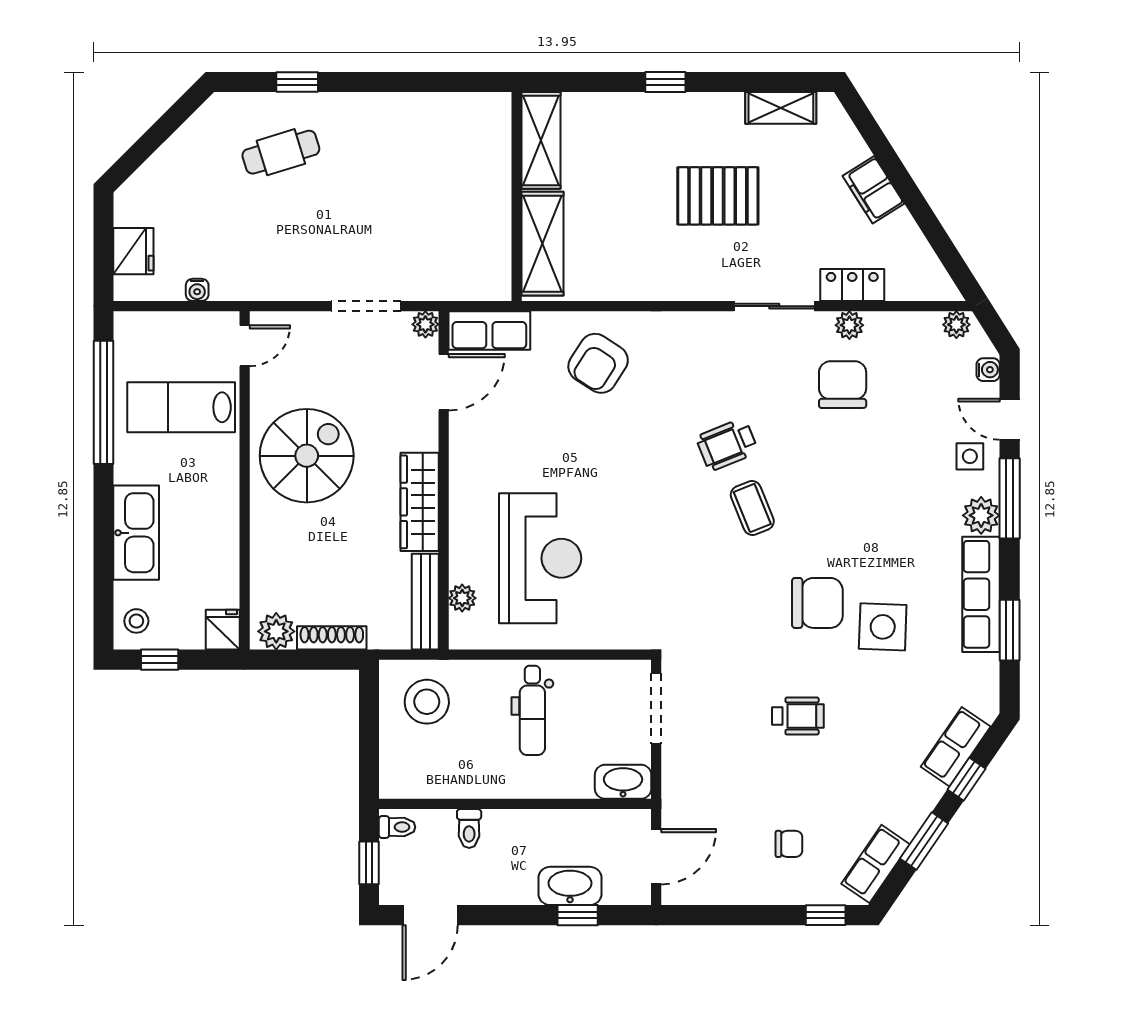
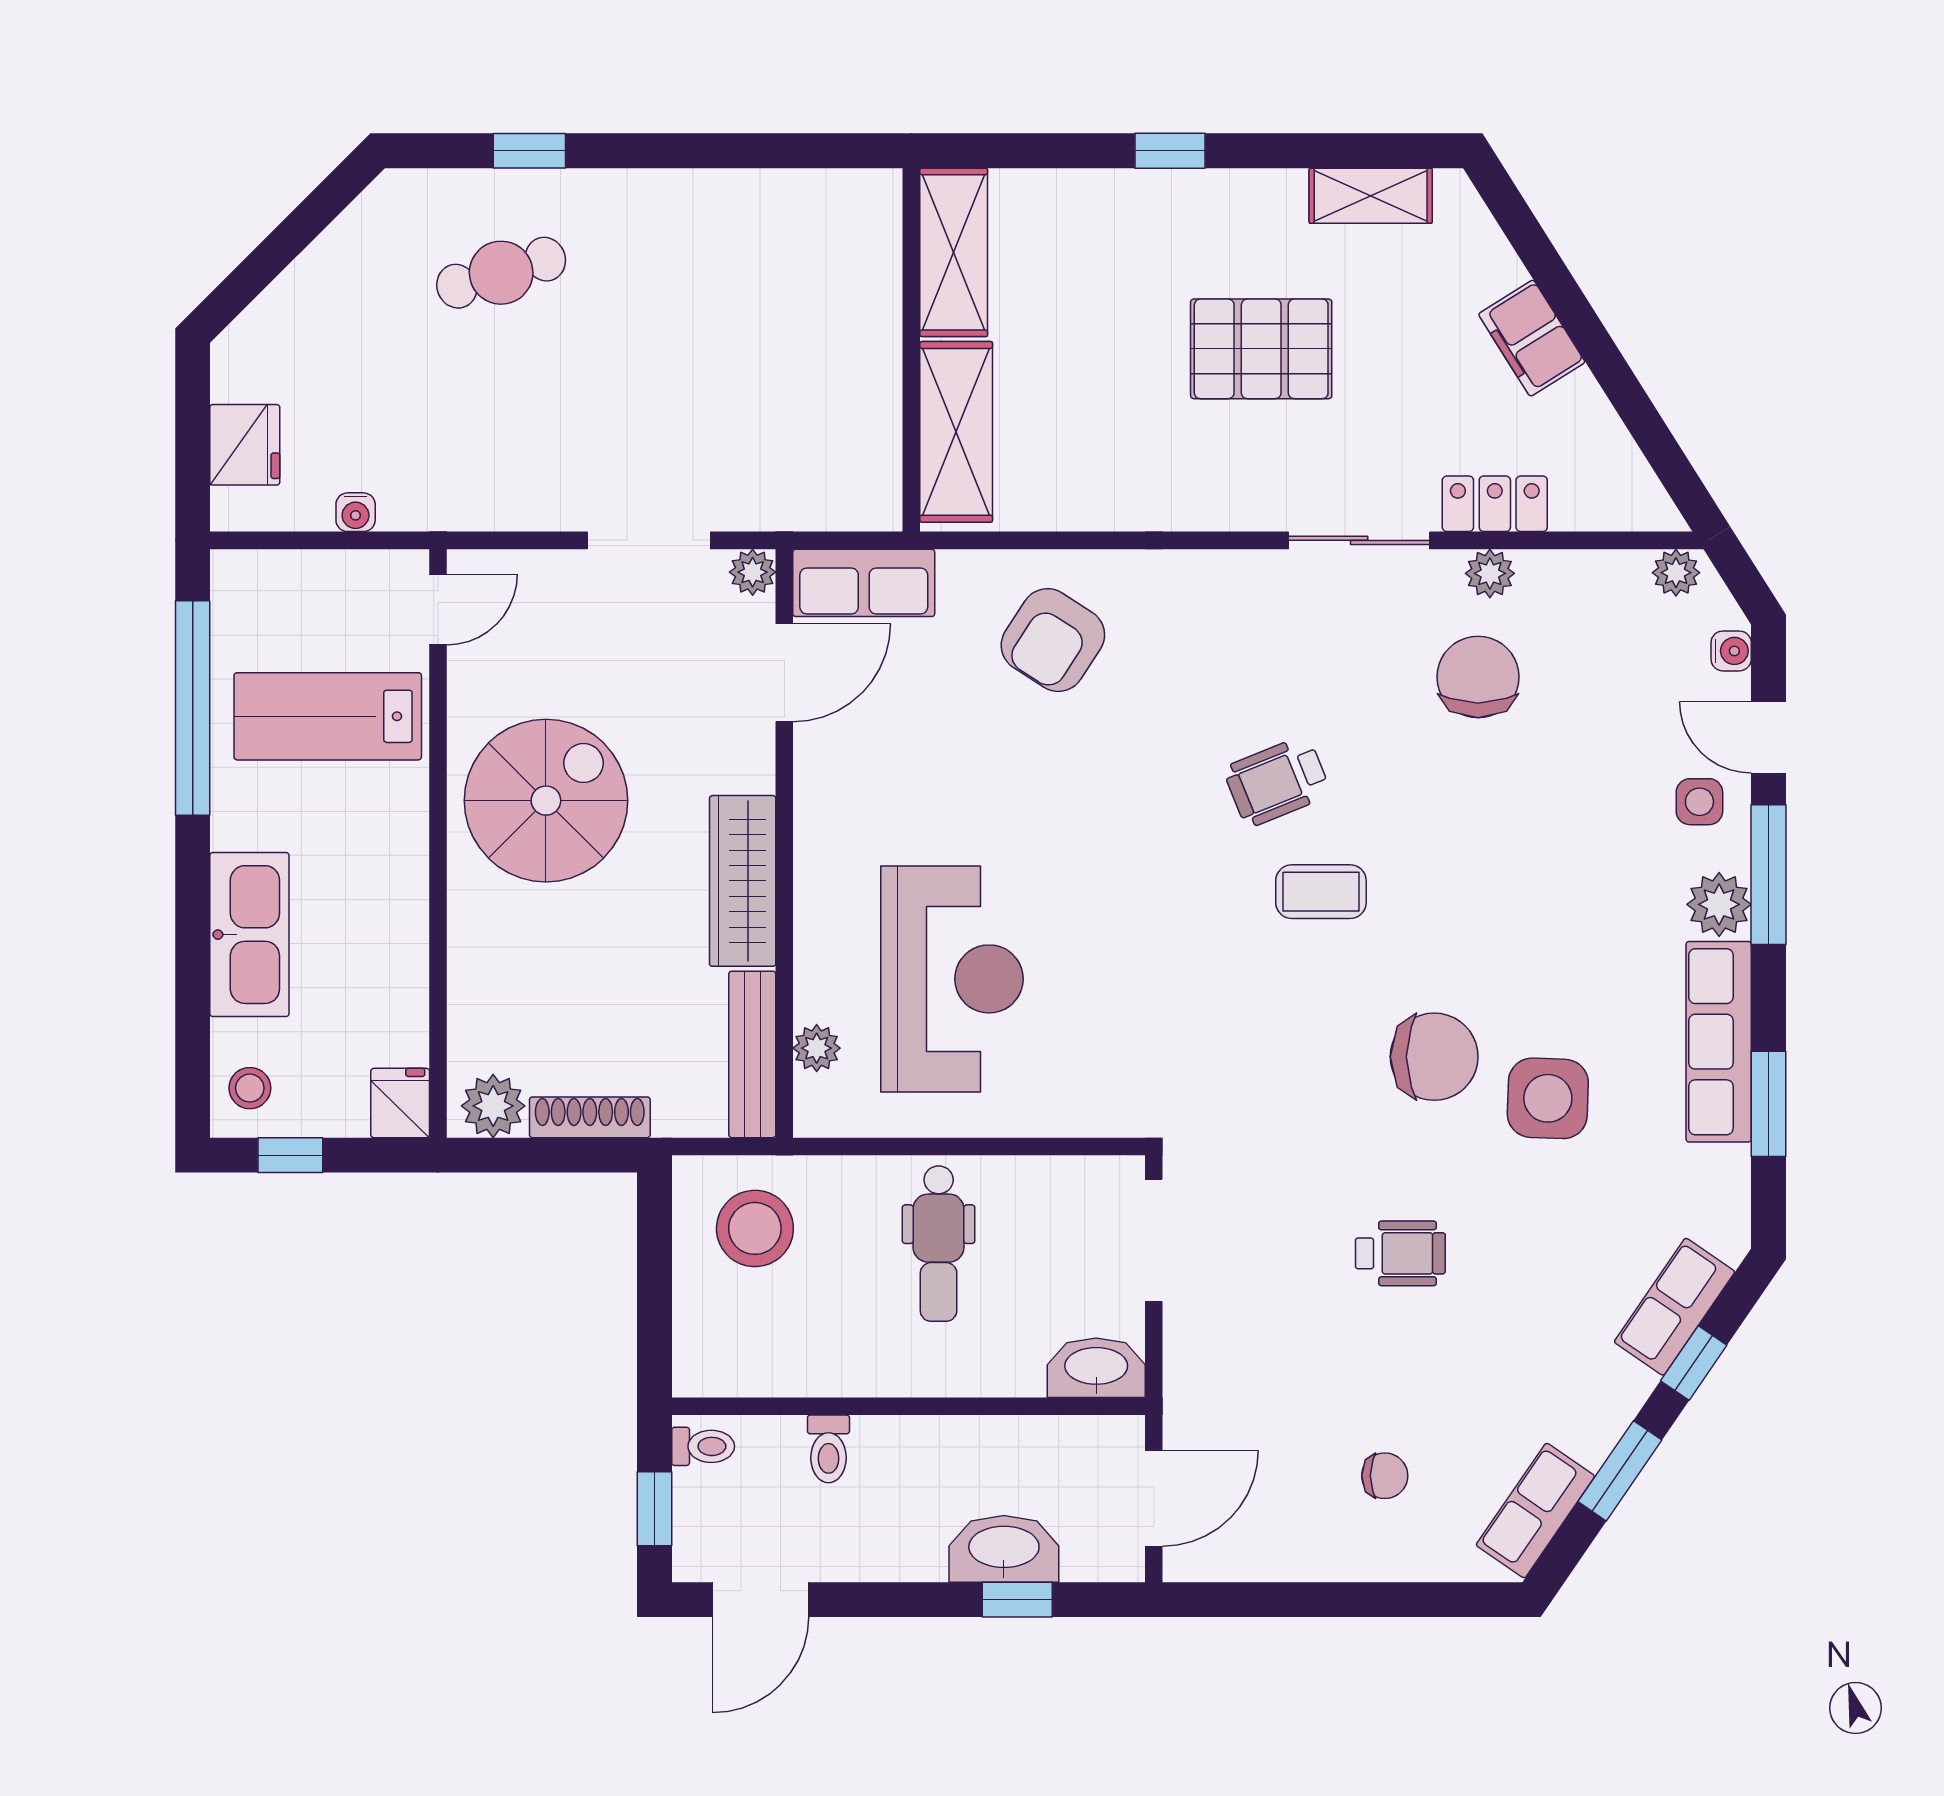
coffee table: (752, 508) -> (1321, 892), turned -68
window: (826, 915) -> (1448, 1600), removed

